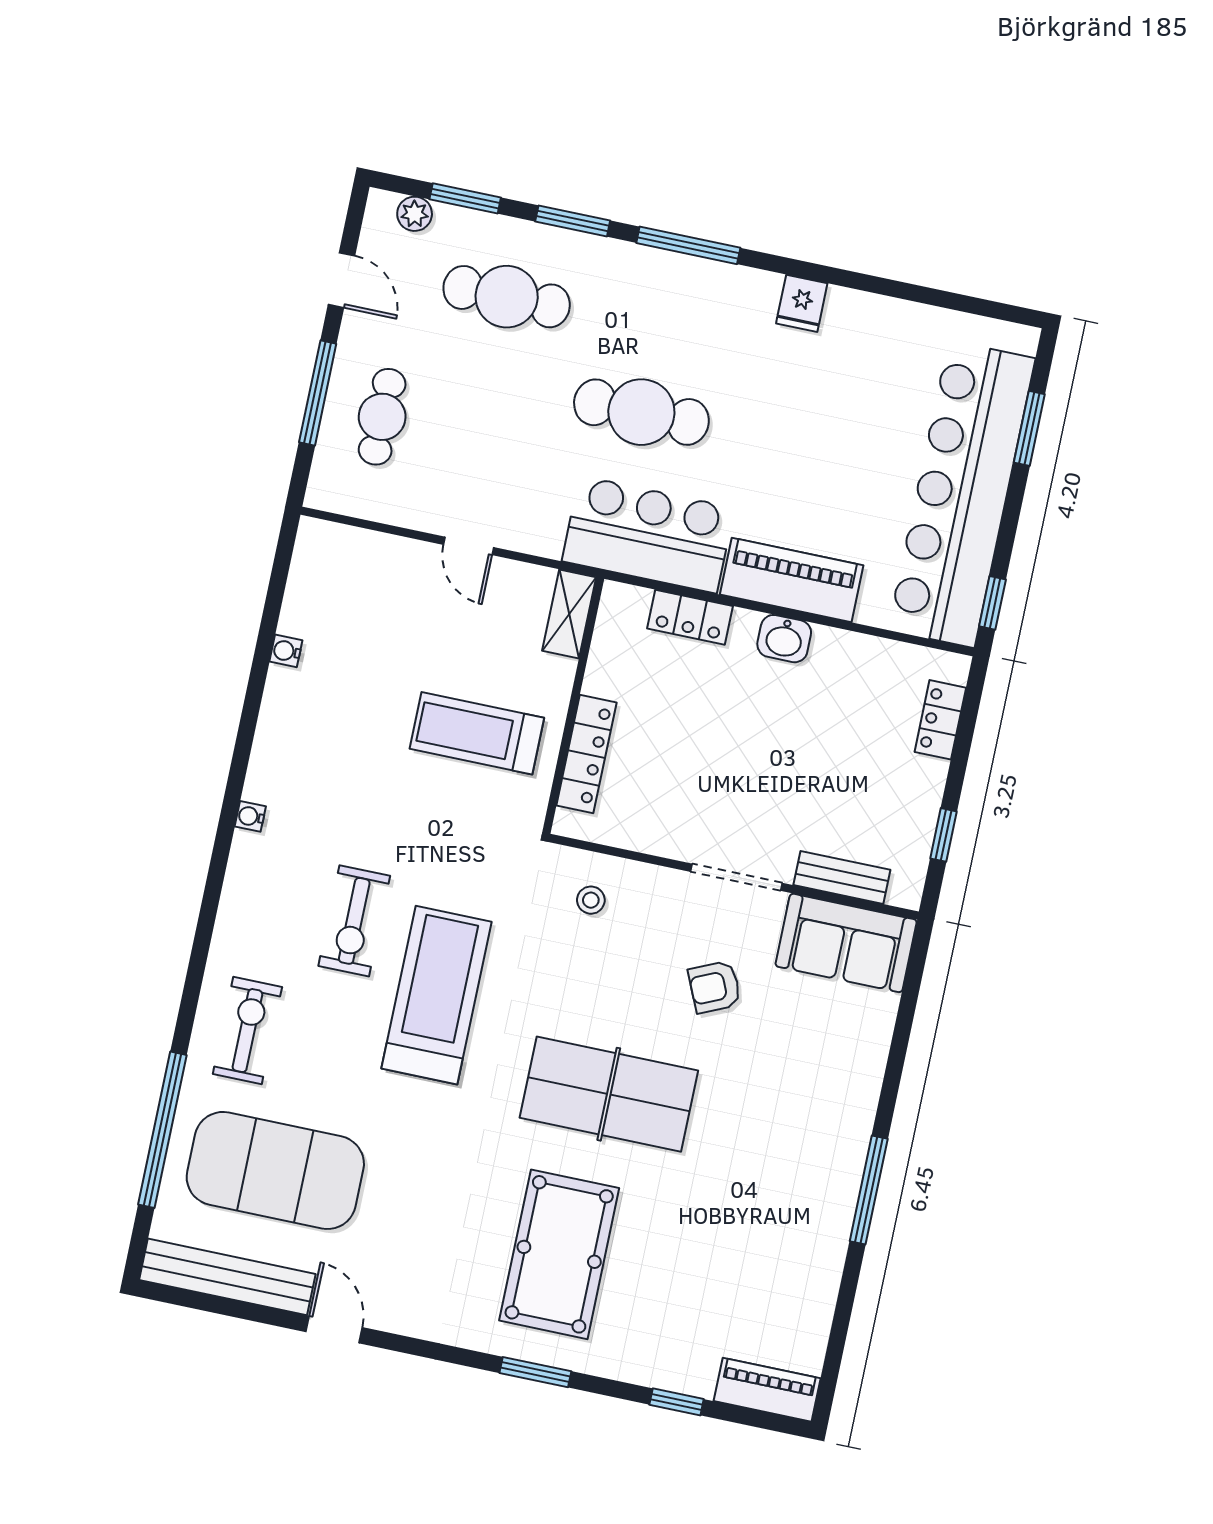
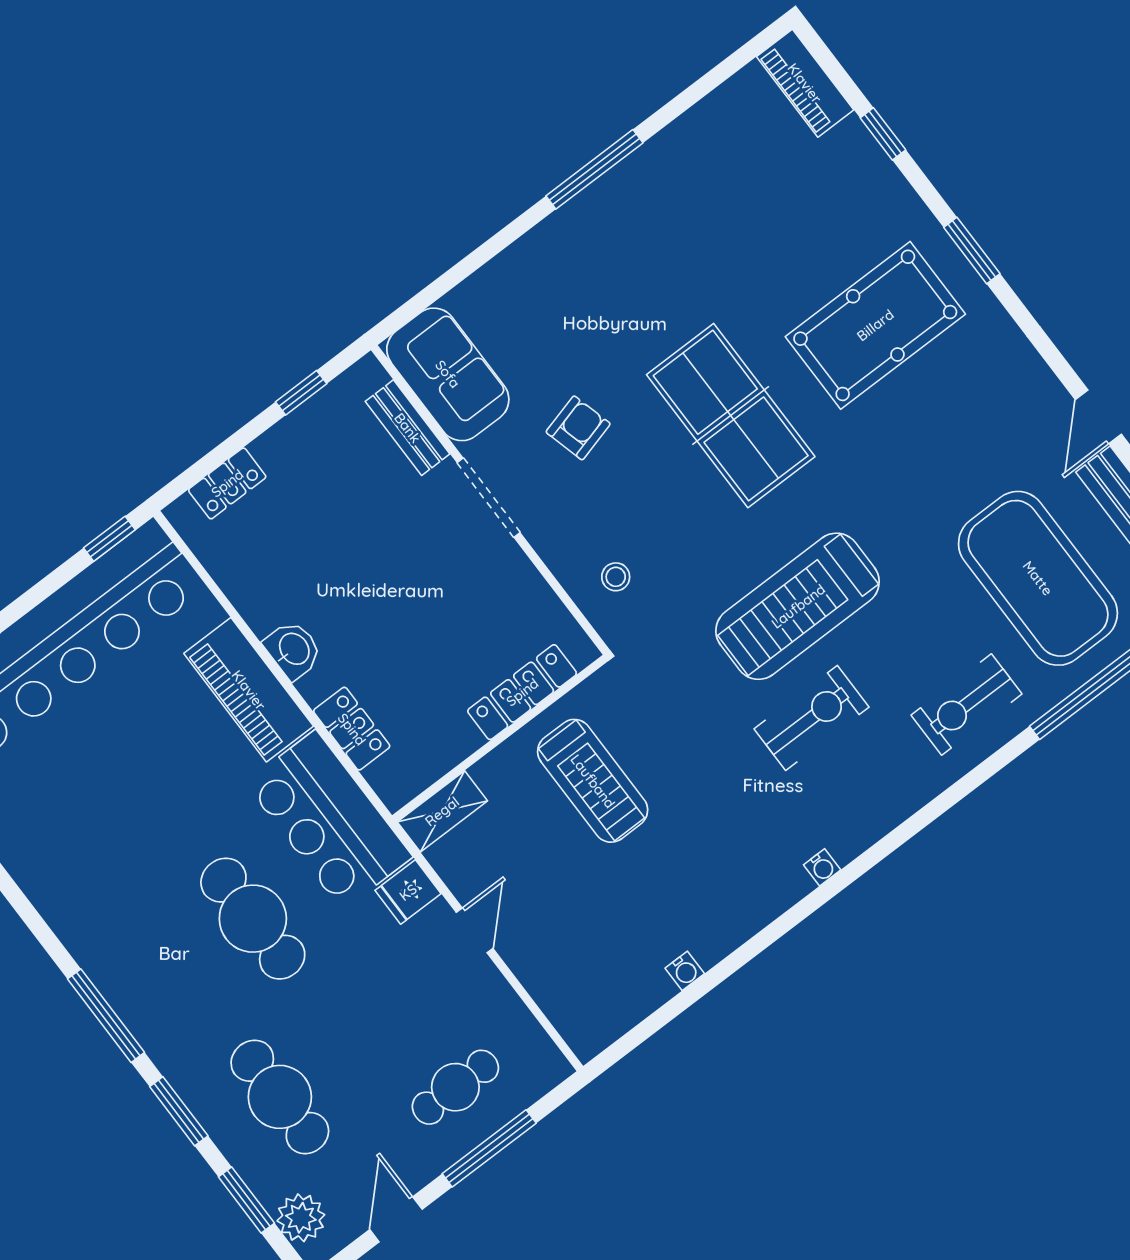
plant: (415, 214) -> (301, 1218), width x1.38, depth x1.38
fridge: (802, 303) -> (408, 892), moved, turned 180
armchair: (715, 987) -> (578, 428), turned -81

